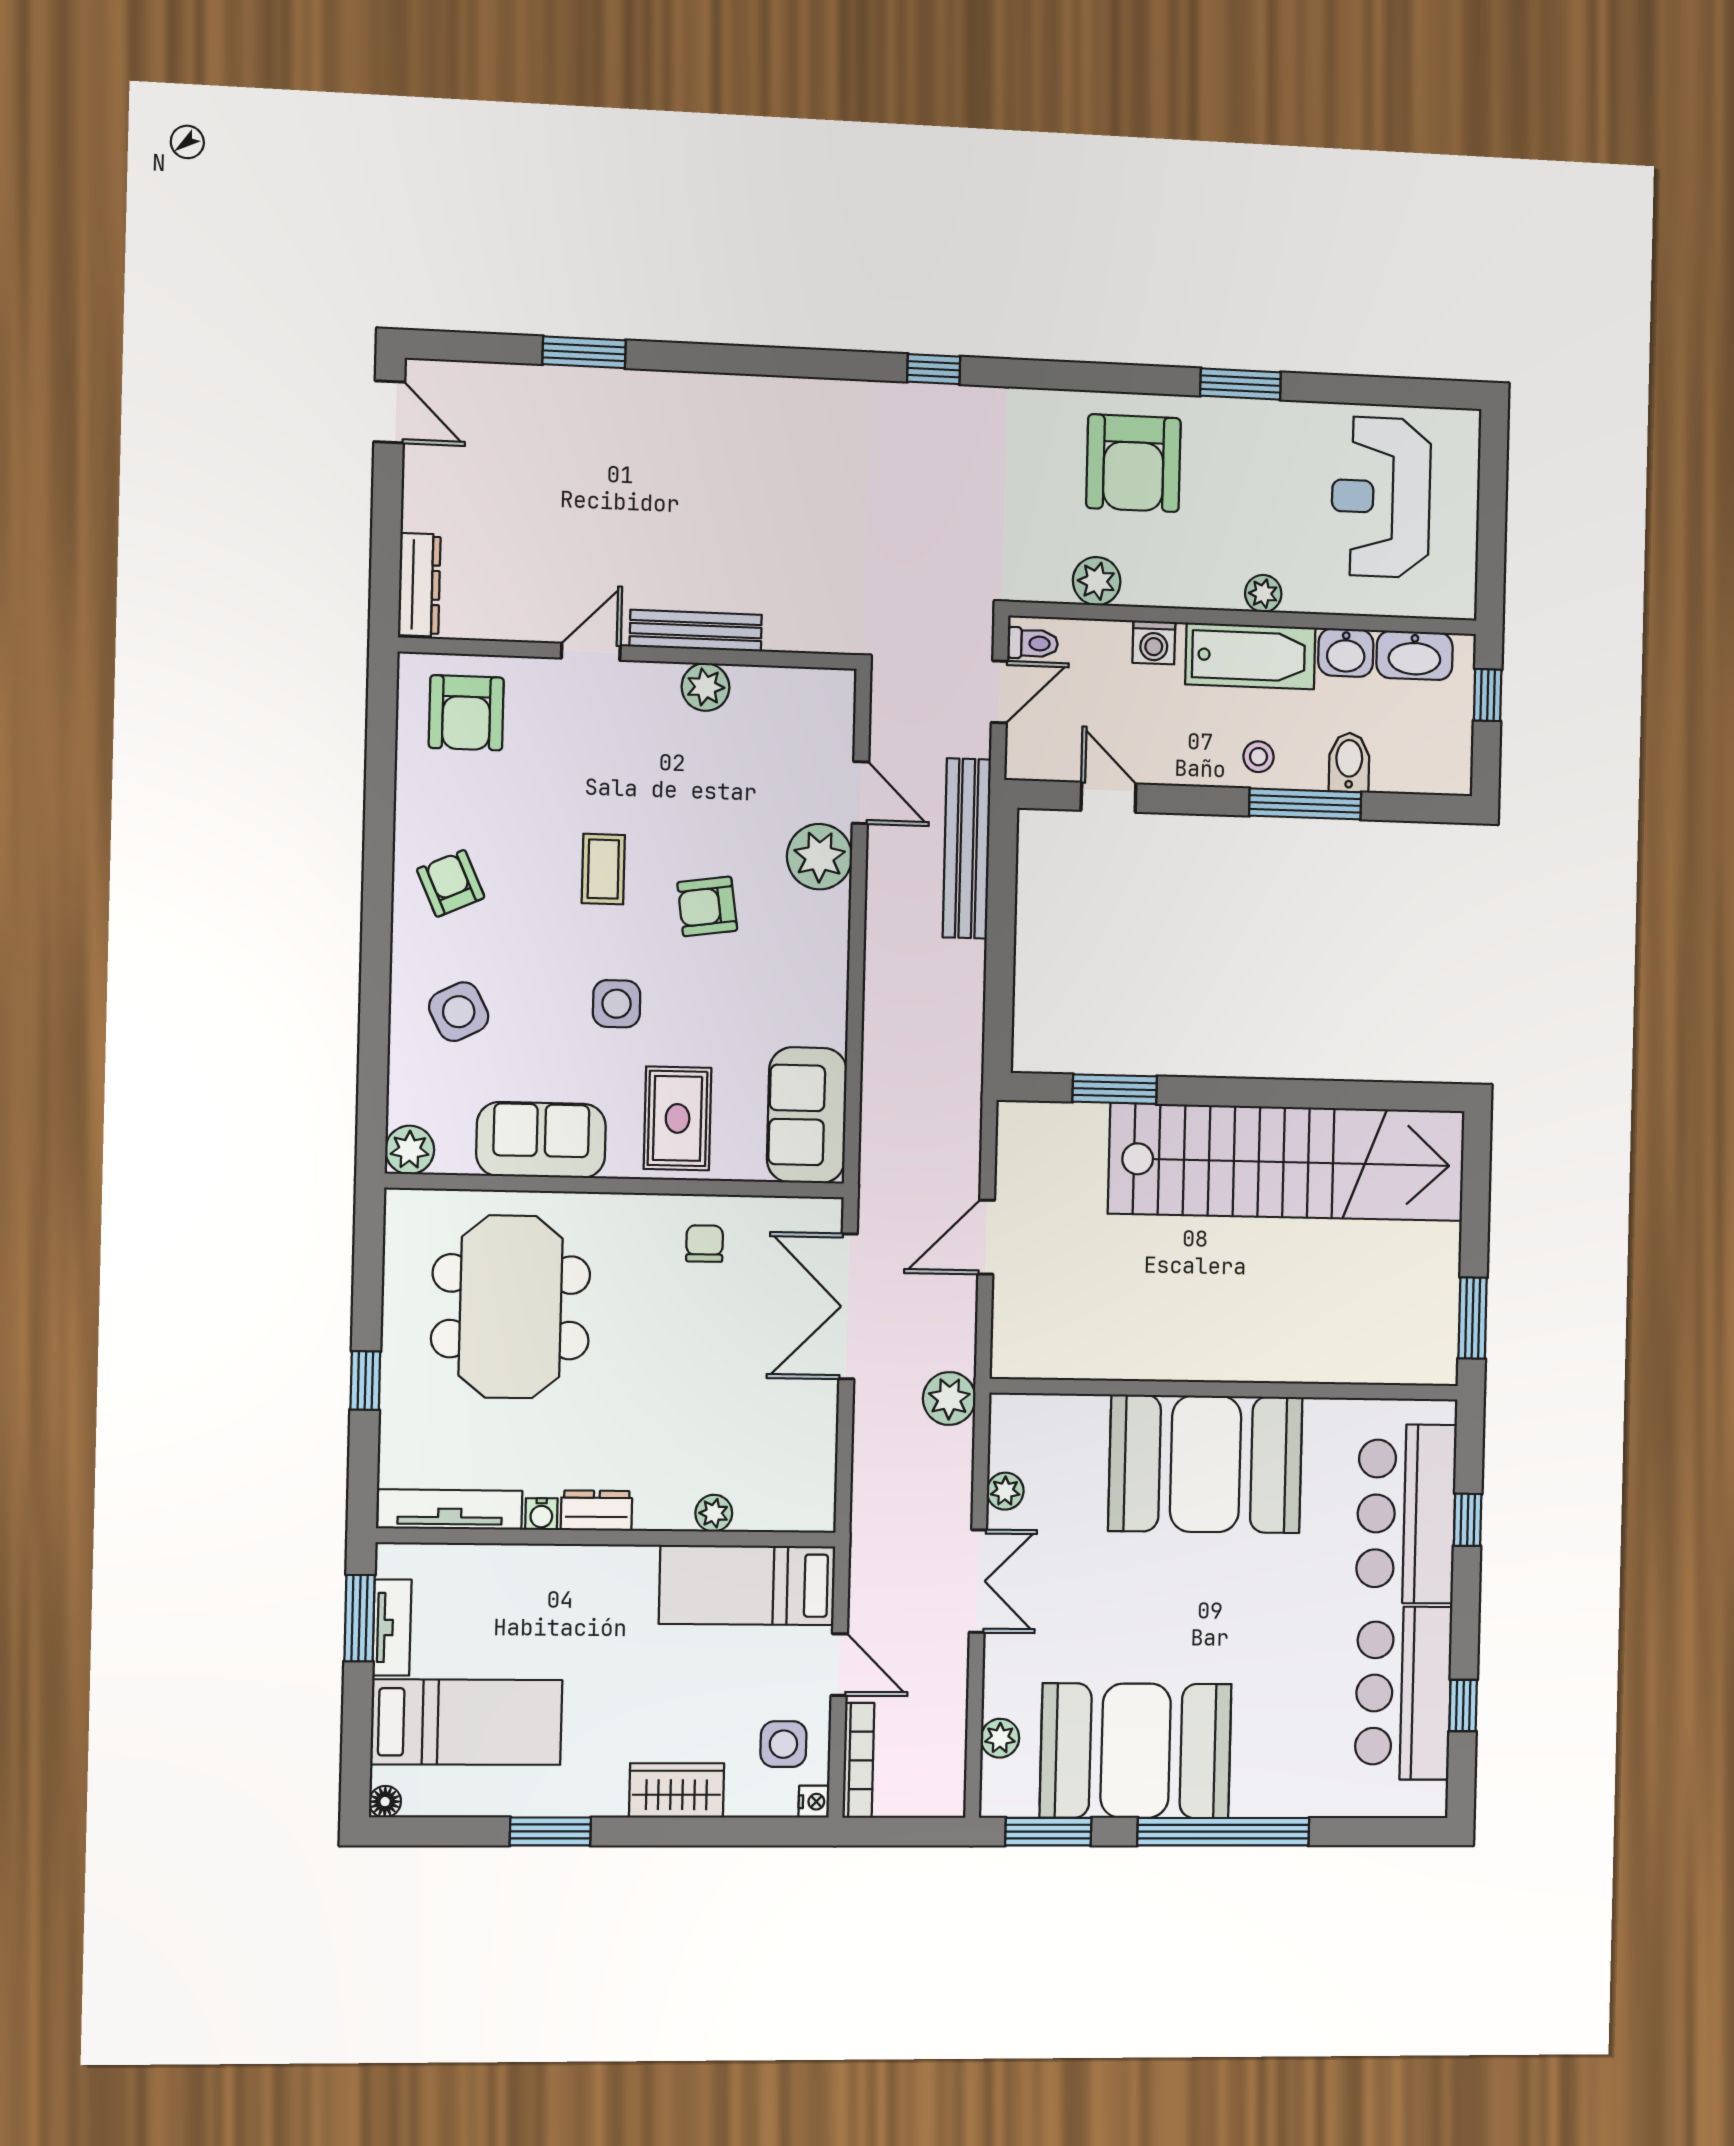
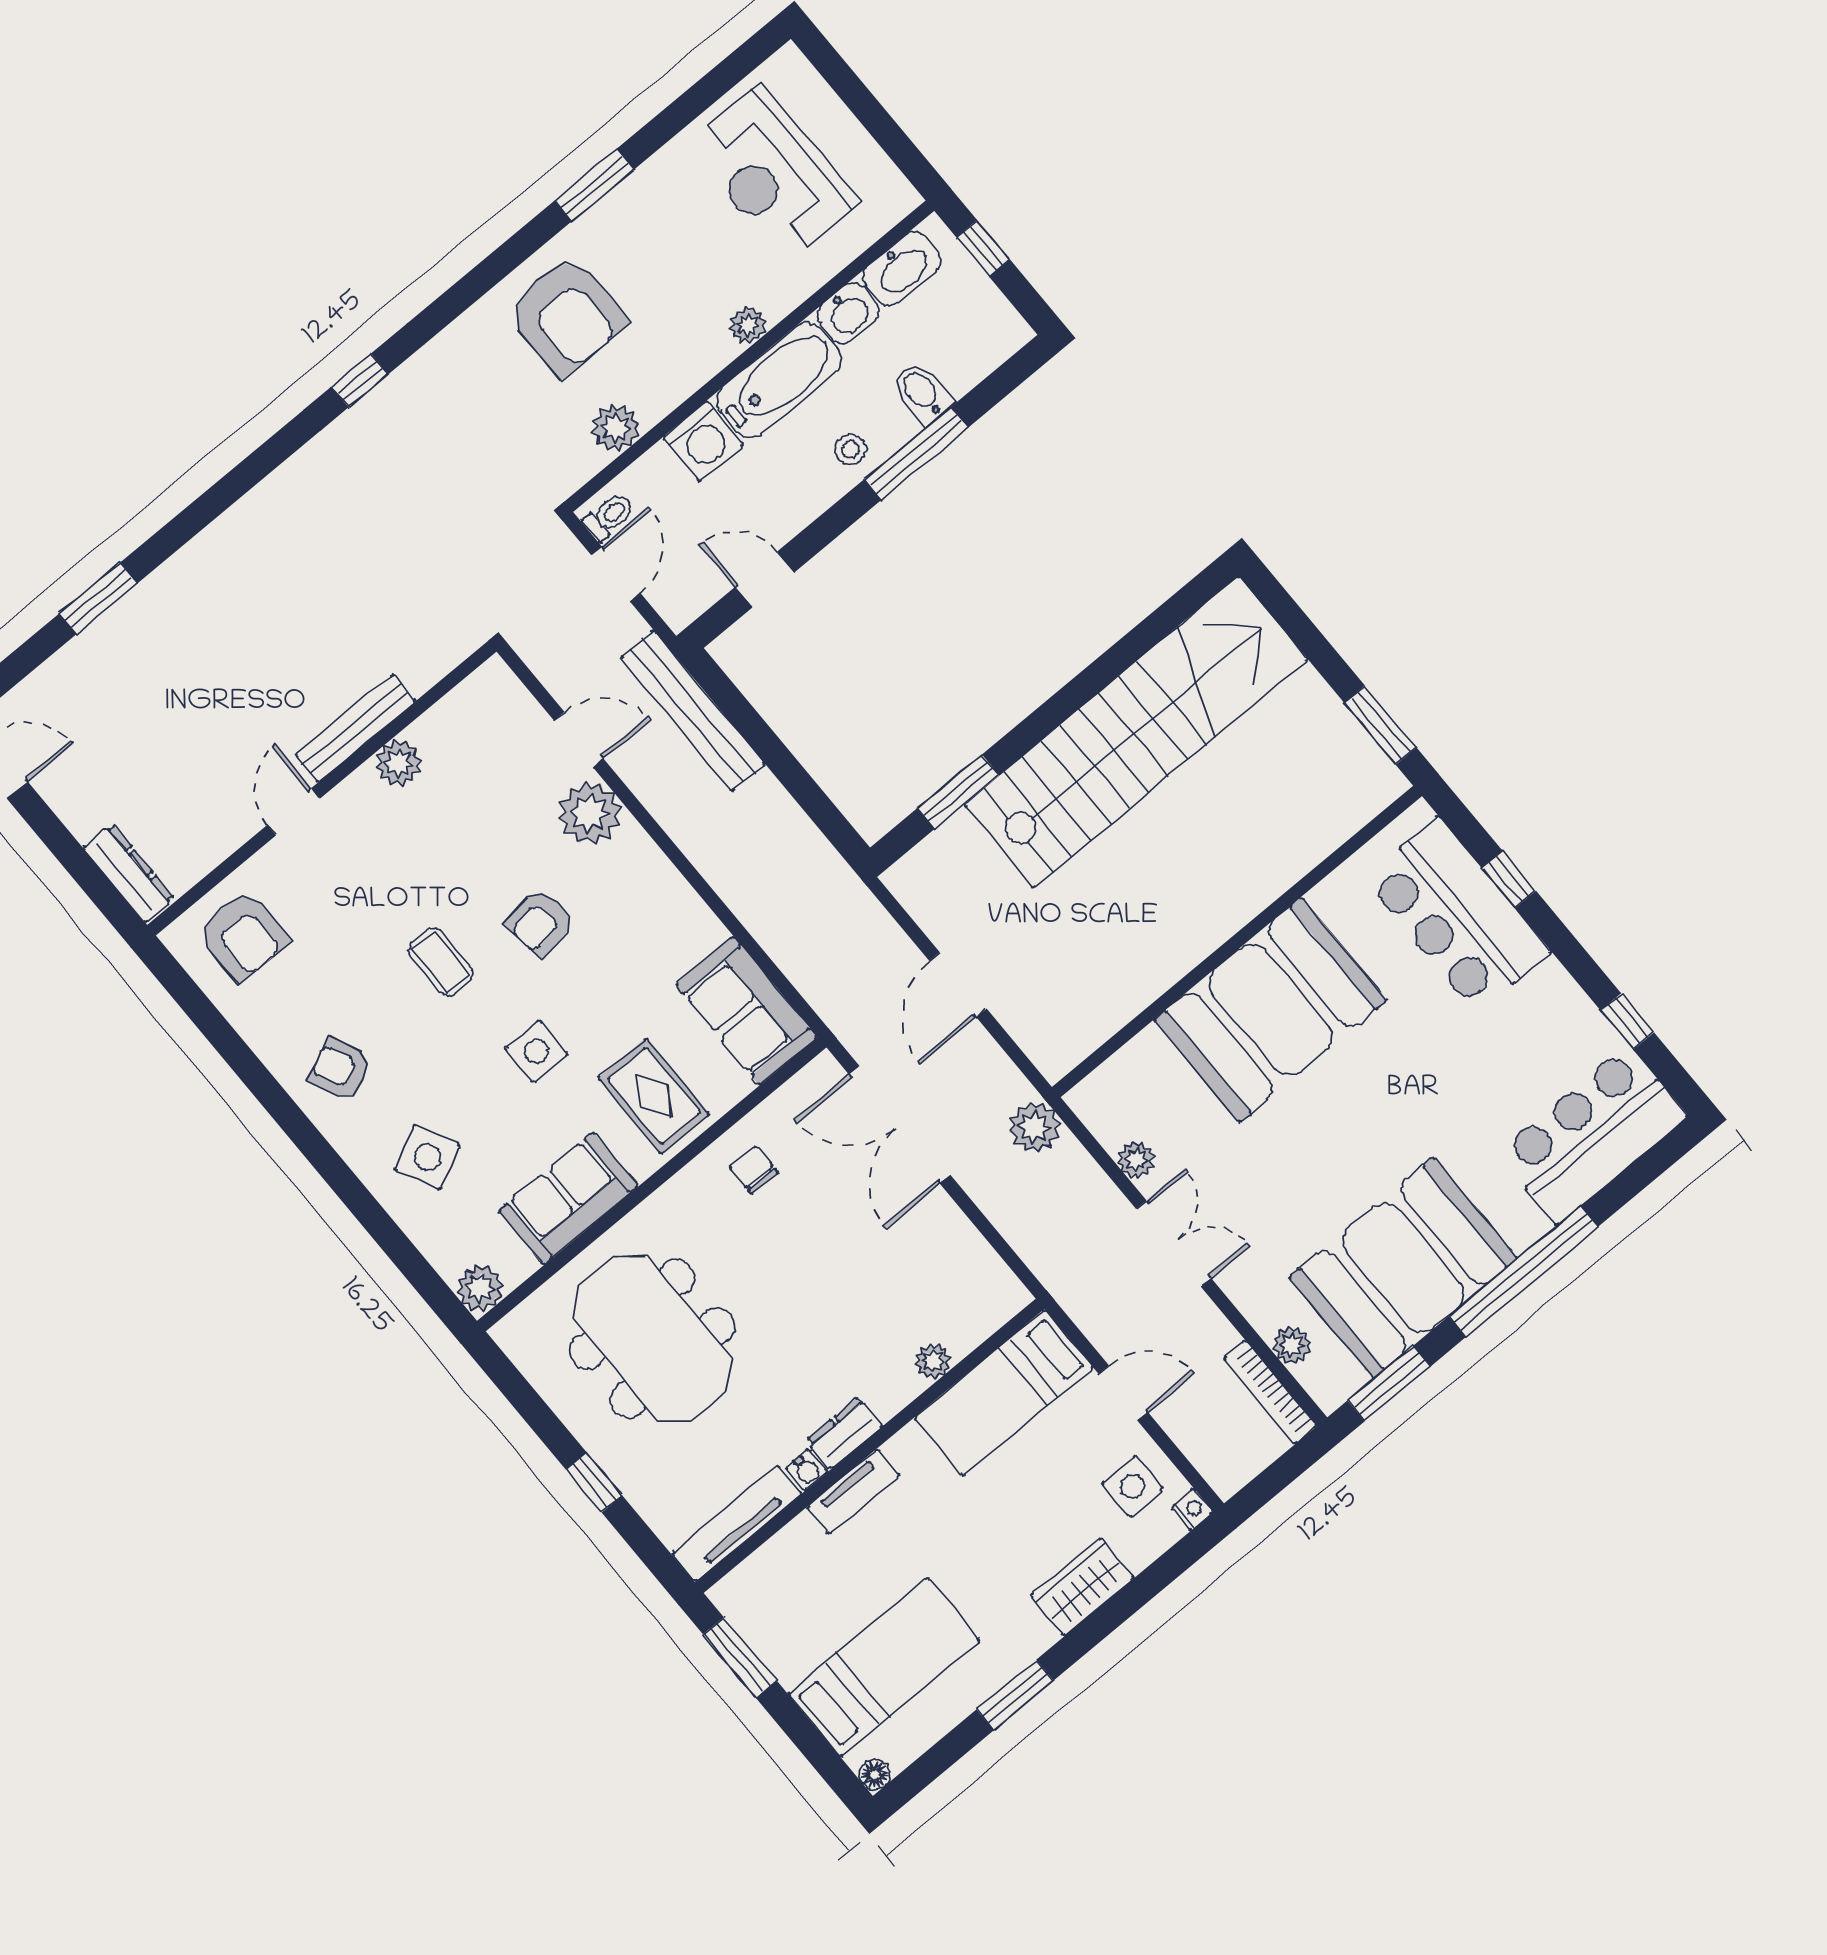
washing machine: (1154, 642) -> (703, 441), width x1.38, depth x1.38
tv unit: (392, 1628) -> (853, 1491), moved, turned 90
bar counter: (1403, 1693) -> (1592, 1135), moved, turned 90
bookcase: (858, 1760) -> (1270, 1392), moved, turned 180

